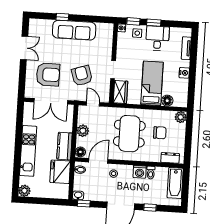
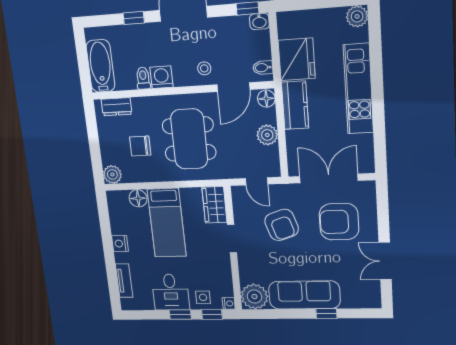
plant: (105, 31) -> (254, 297), added

